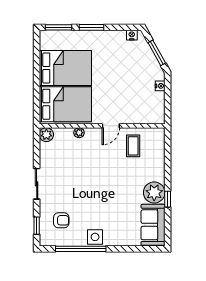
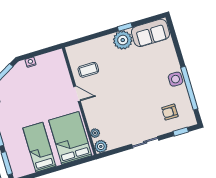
bed: (65, 68) -> (39, 147), width x0.67
plant: (79, 133) -> (95, 133), moved
armchair: (61, 220) -> (170, 112), turned -90

